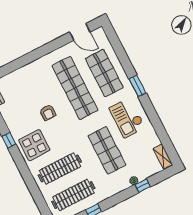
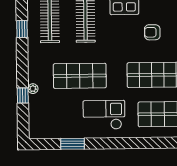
window: (137, 86) -> (72, 144), moved
shelving: (163, 157) -> (43, 133), removed

